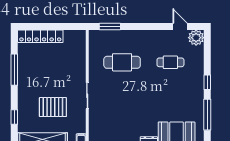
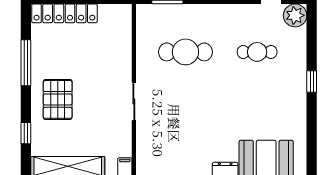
pallet: (53, 107) -> (58, 99), moved, turned 90
window: (207, 115) -> (312, 129), removed

